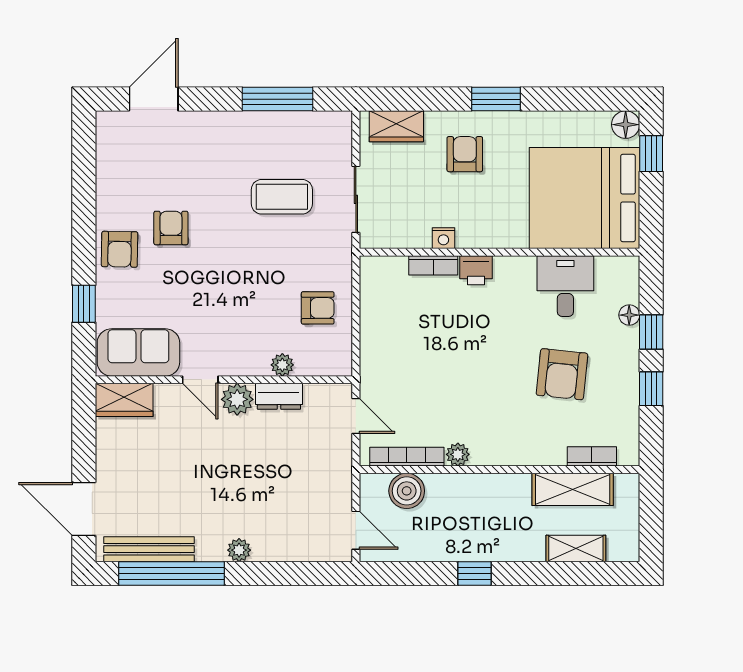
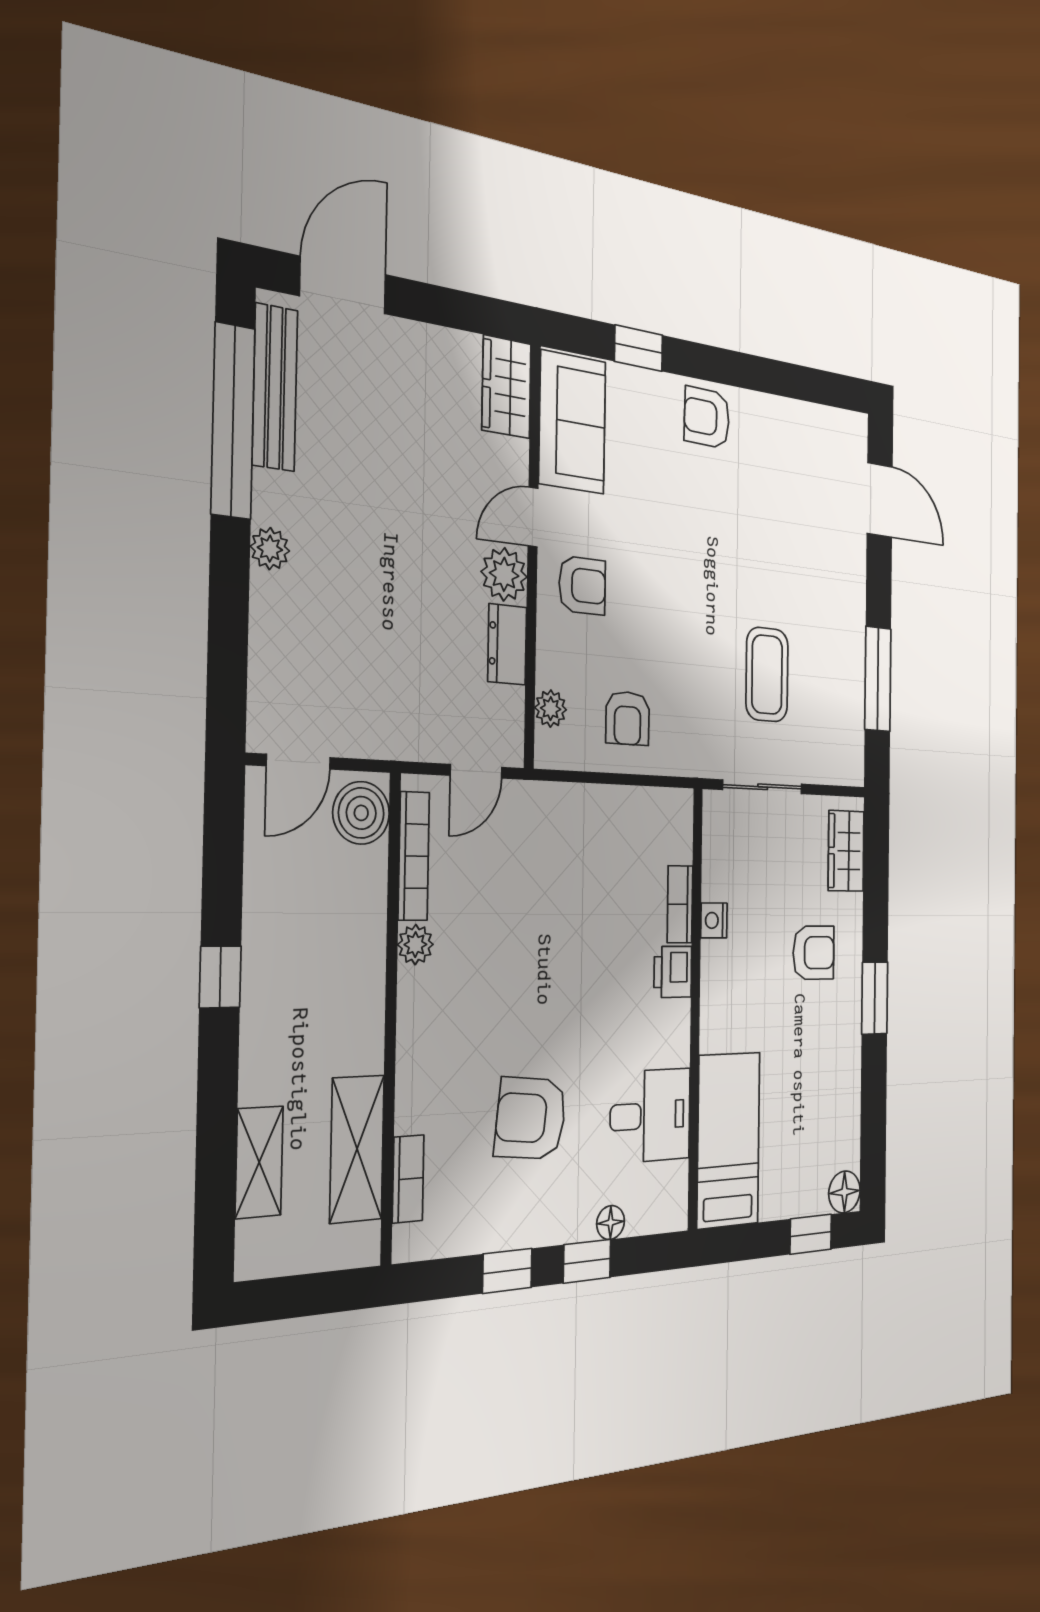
bed: (584, 198) -> (729, 1140), width x0.49
armchair: (171, 228) -> (582, 585), moved
plant: (282, 365) -> (551, 709), moved
boiler: (407, 491) -> (361, 813), moved

